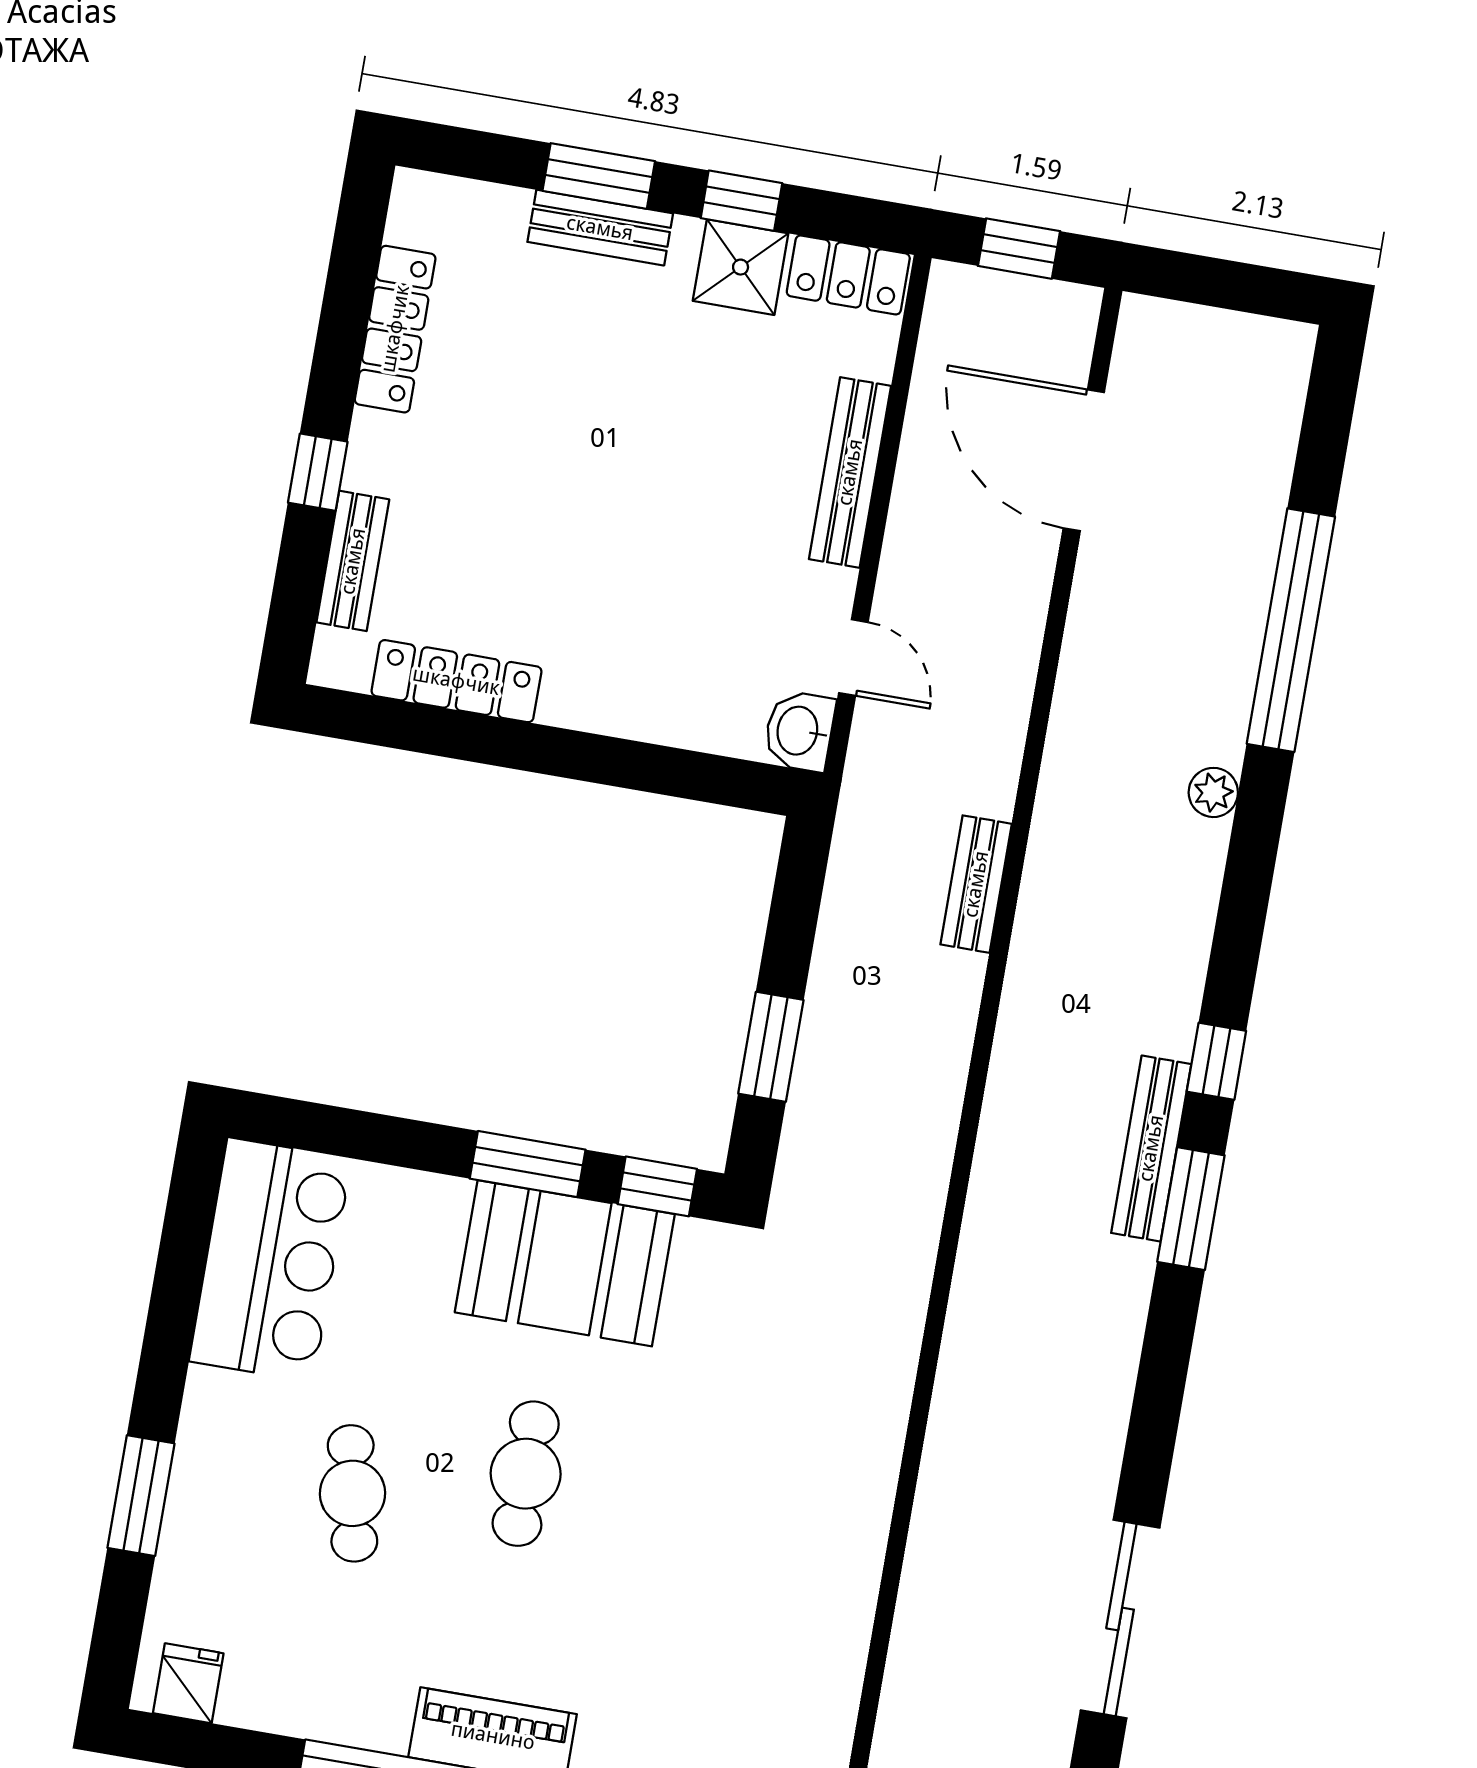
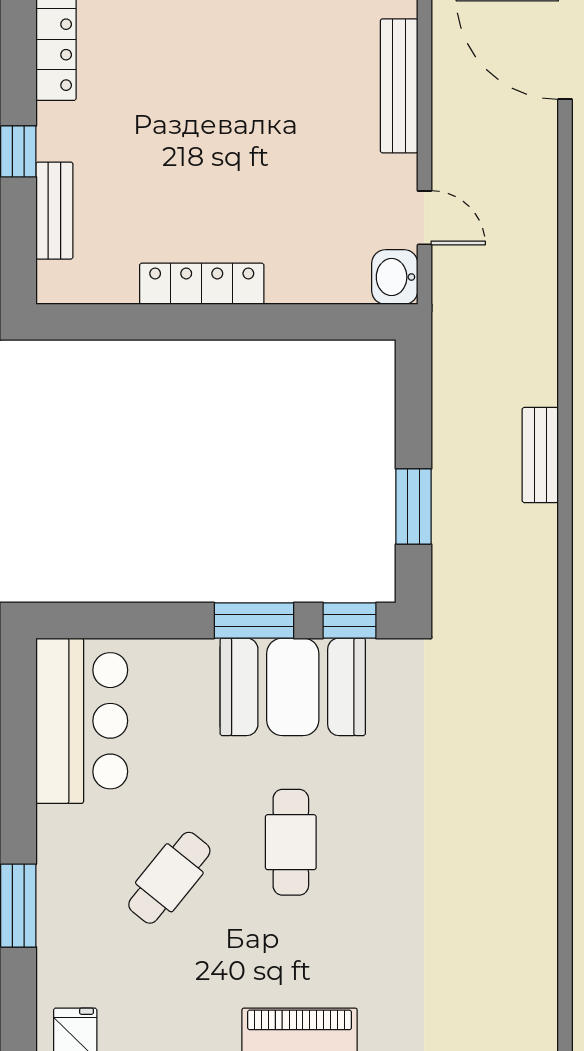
locker: (456, 681) -> (202, 284), moved
bench: (976, 884) -> (540, 455), moved
cafe table: (352, 1493) -> (169, 878), turned 51

